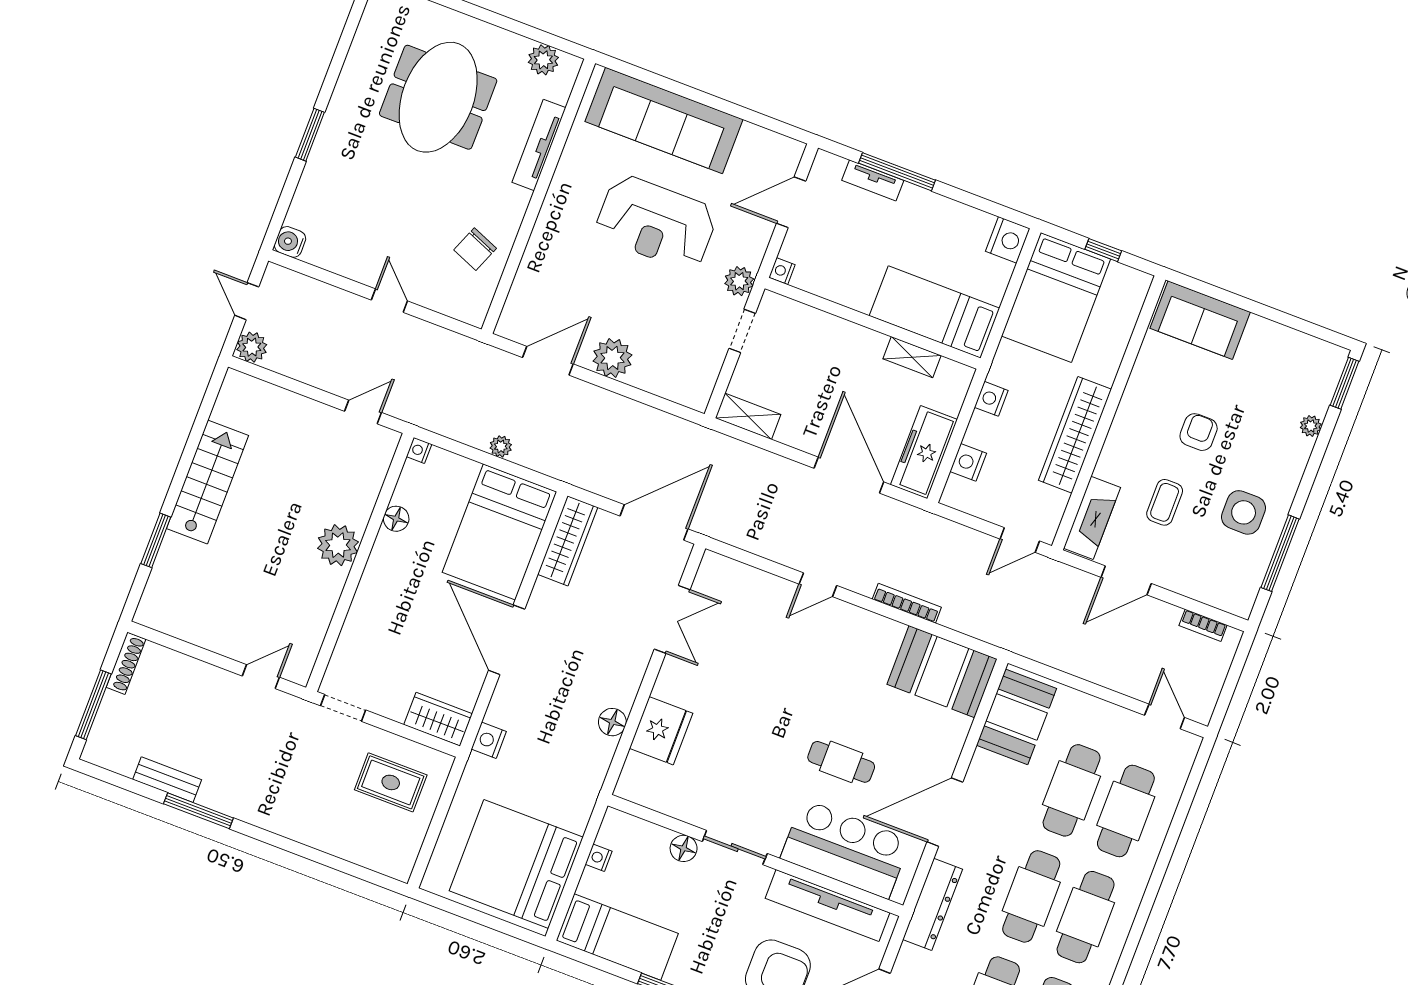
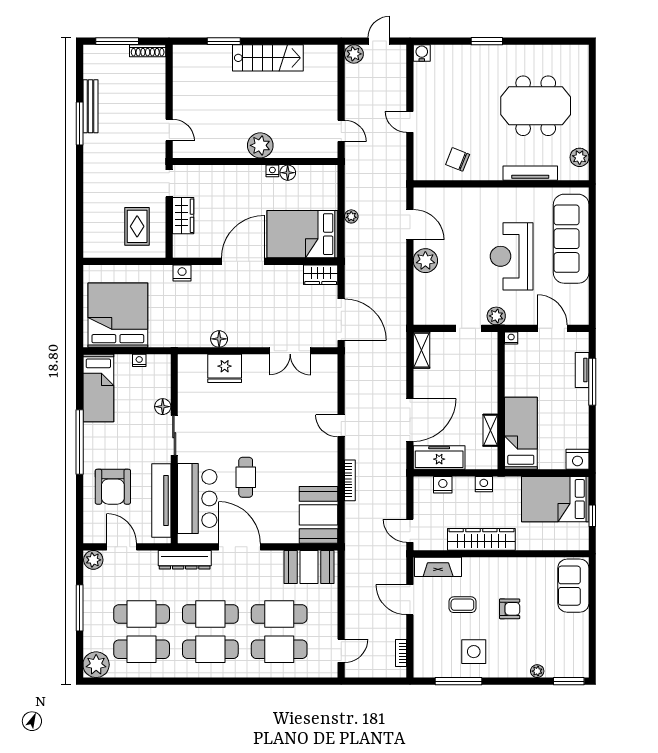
door: (389, 301) -> (410, 122), swing flipped
nightstand: (419, 450) -> (272, 171), moved
wardrobe: (568, 541) -> (321, 275), width x0.67
wardrobe: (438, 719) -> (183, 216), moved
bench: (167, 780) -> (91, 106), width x1.36

